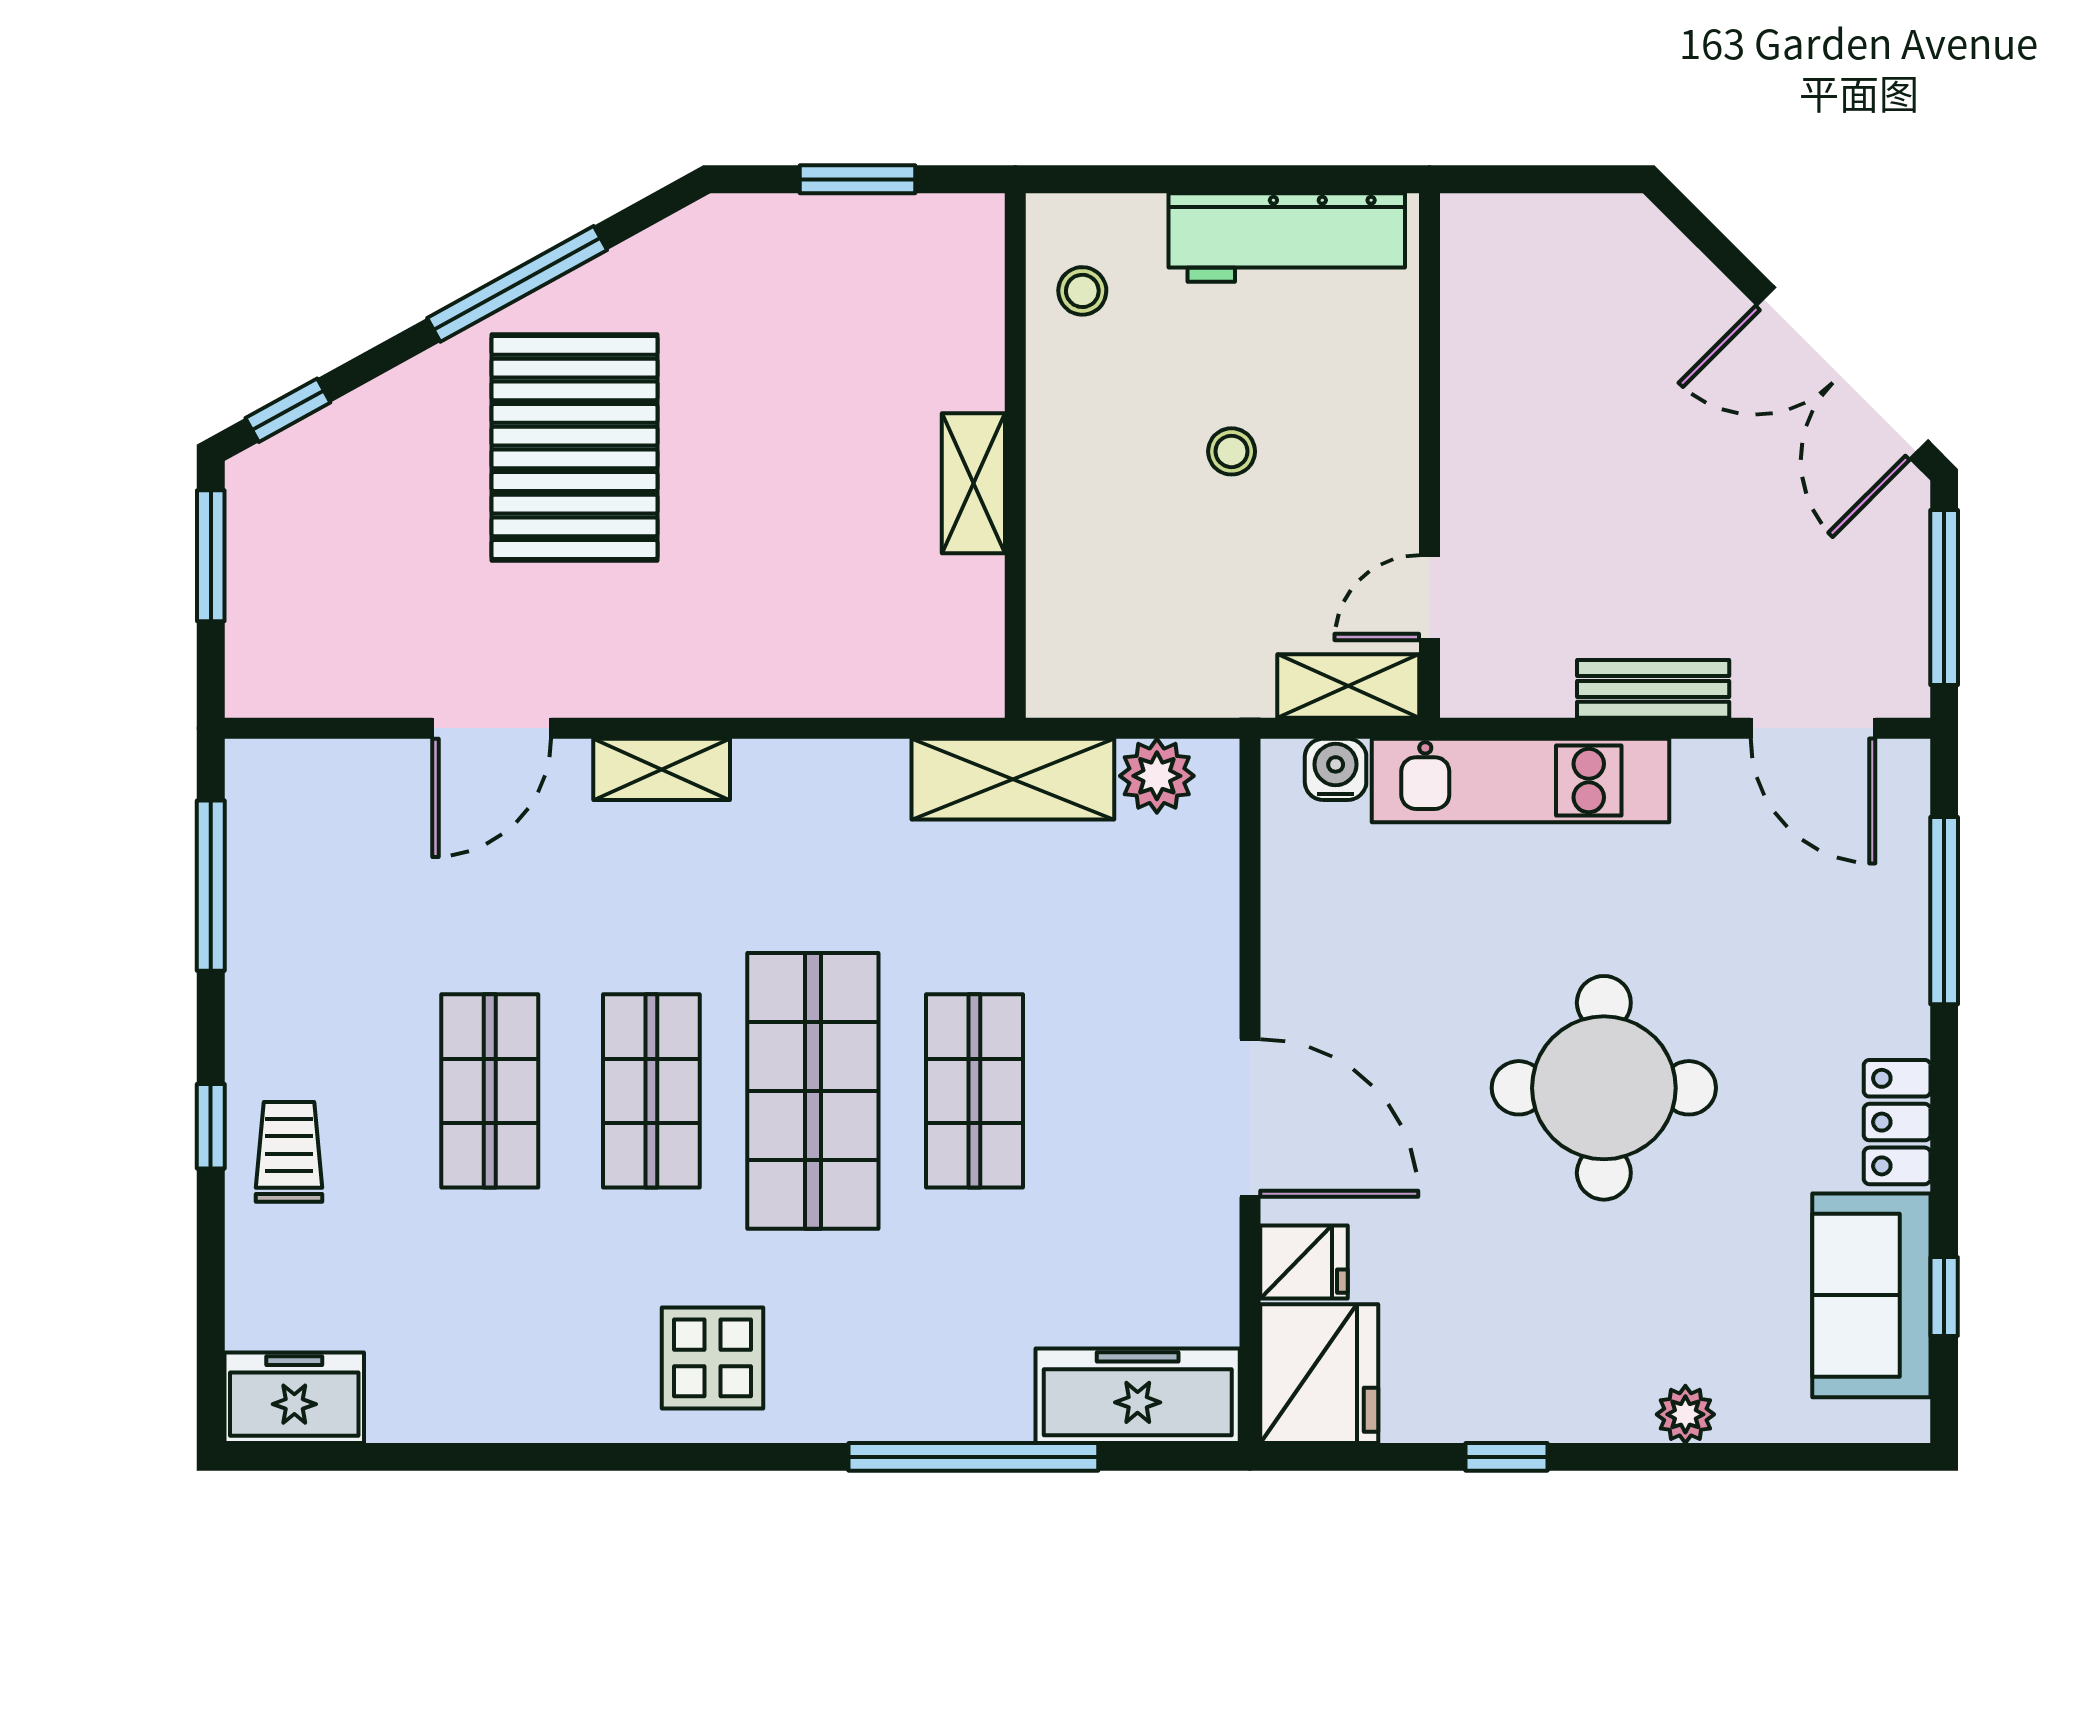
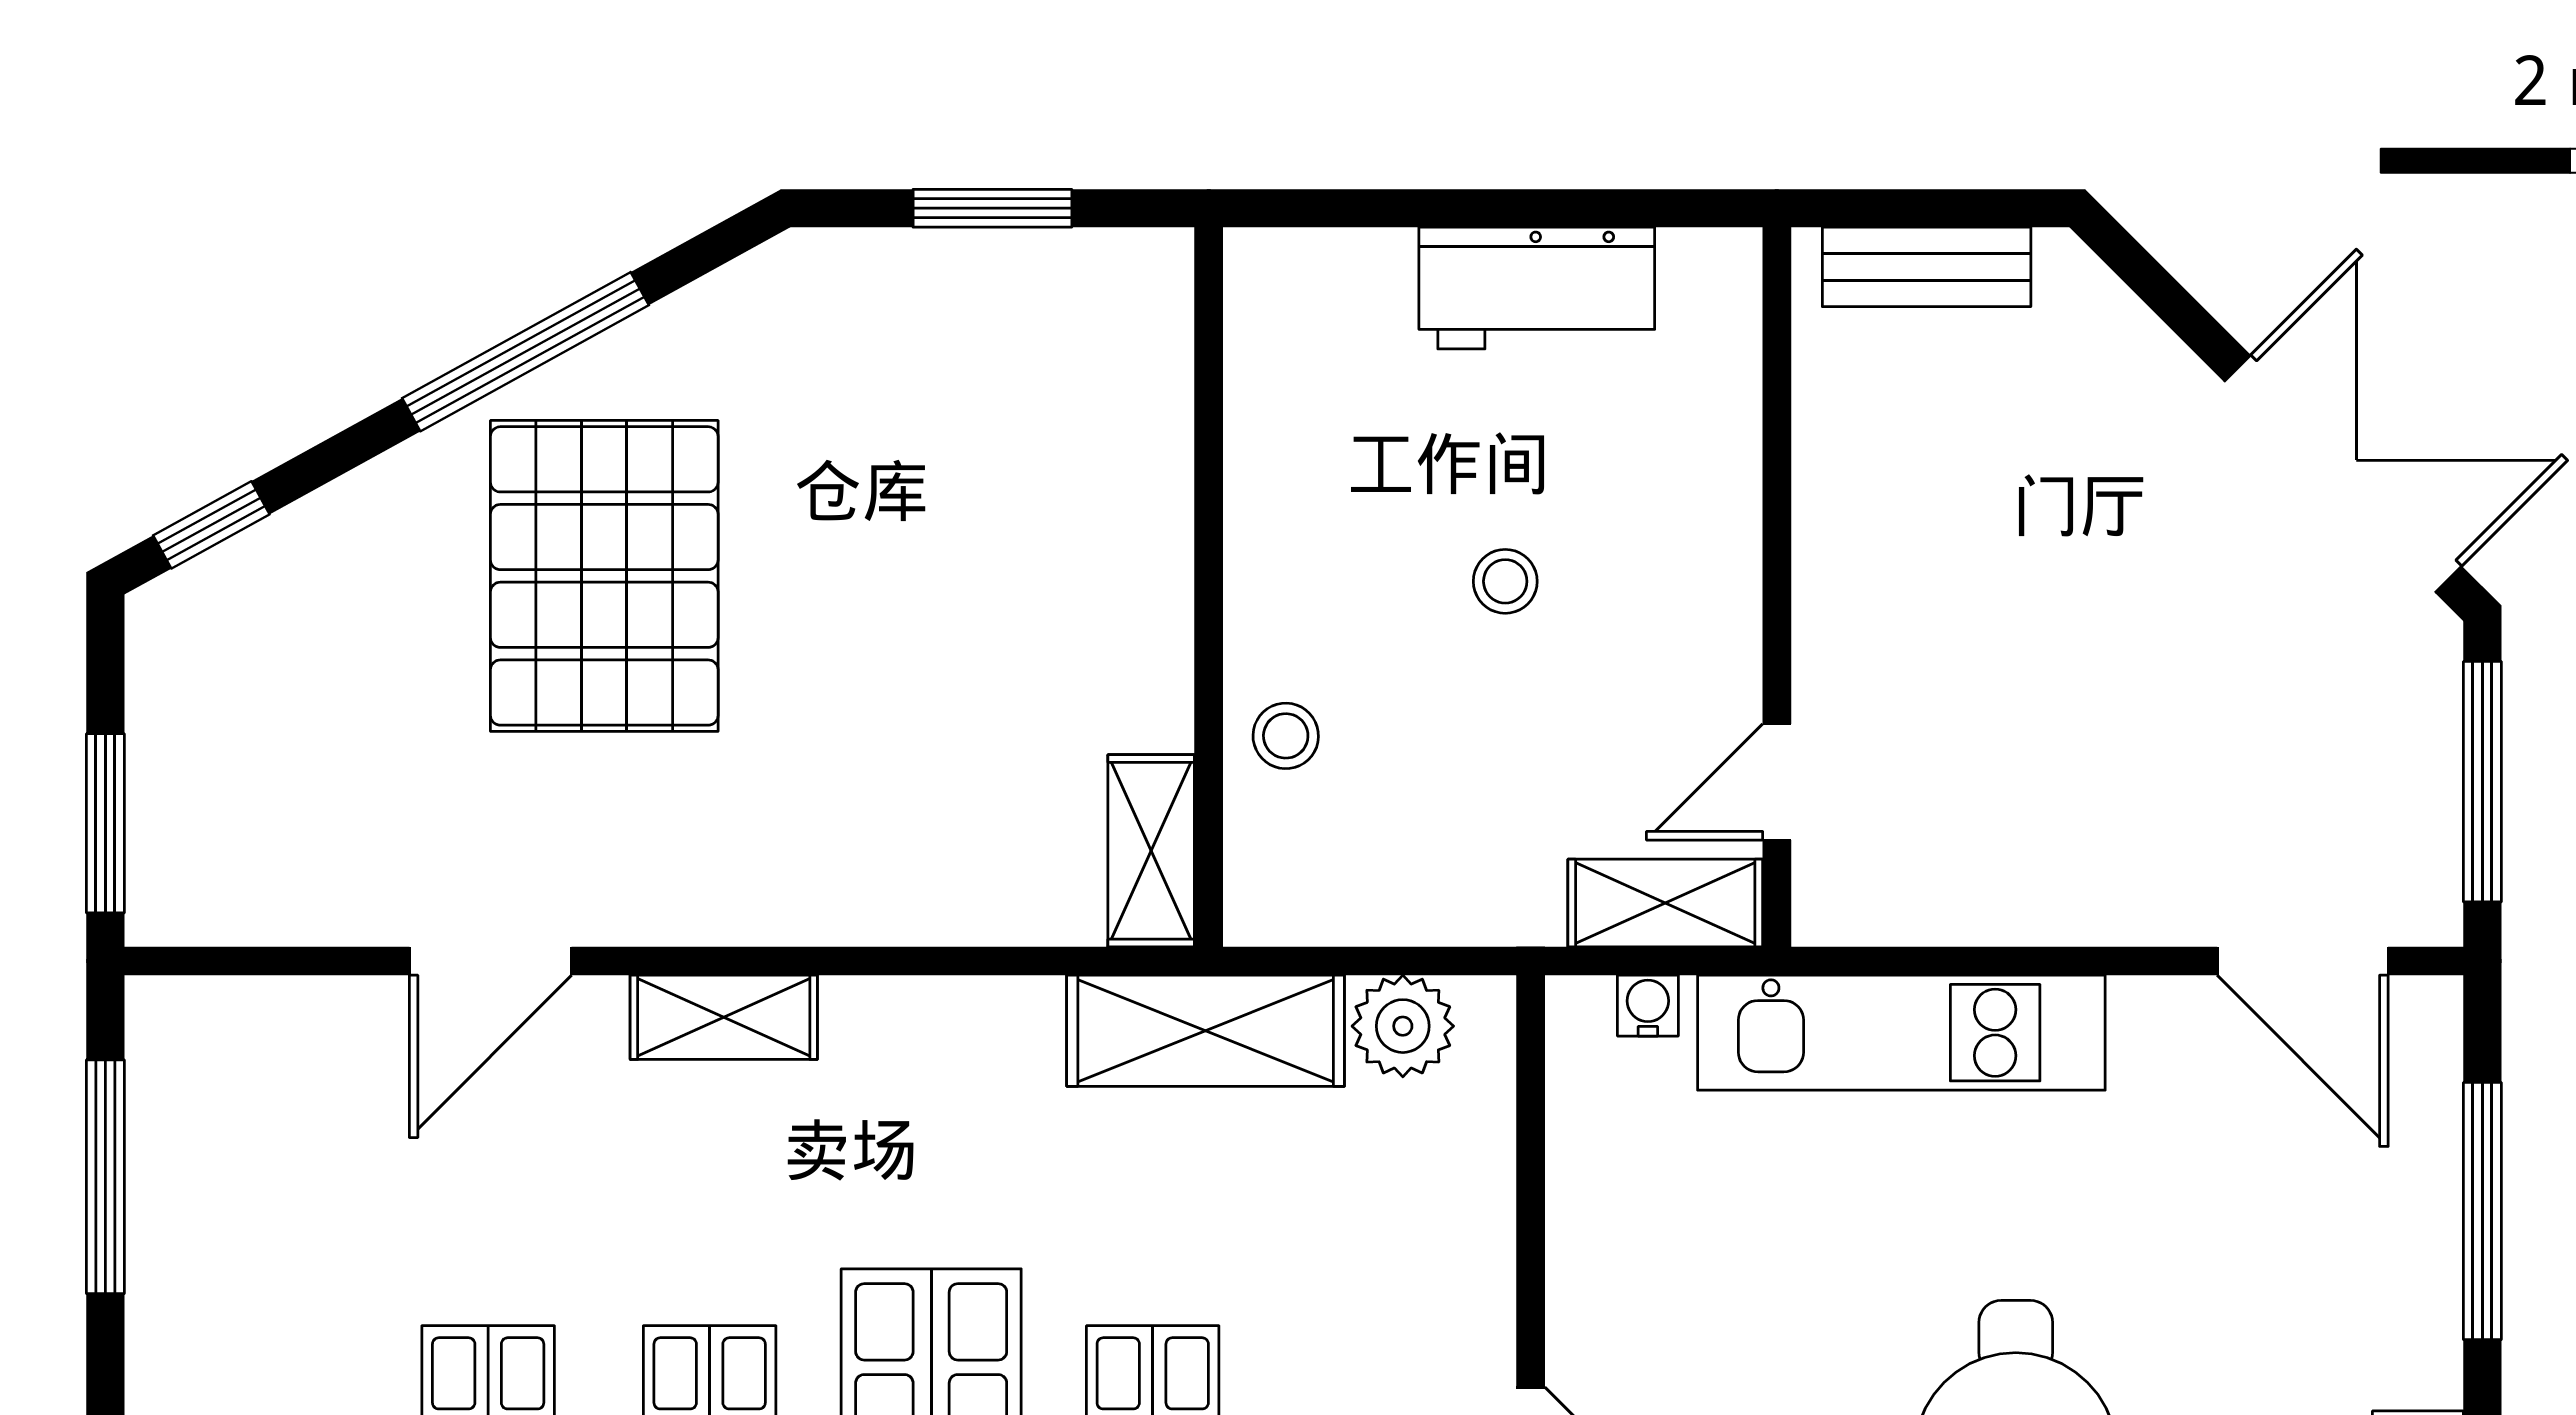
workbench: (1287, 238) -> (1537, 288), width x0.73
stool: (1082, 291) -> (1286, 736), moved
double door: (1842, 373) -> (2343, 474), swing flipped
shelving: (973, 483) -> (1151, 851), moved
window: (211, 556) -> (105, 823), moved
bench: (1653, 689) -> (1927, 267), moved
water cooler: (1336, 769) -> (1648, 1006), width x0.72, depth x0.72

